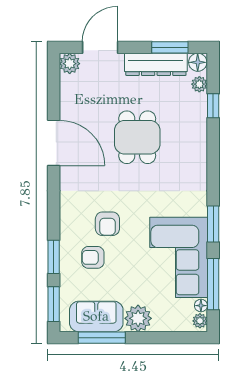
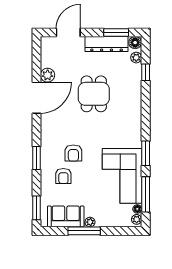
plant: (70, 64) -> (48, 75), moved
door: (54, 143) -> (37, 98), hinge flipped
window: (54, 257) -> (37, 158), moved
armchair: (93, 257) -> (63, 176), turned -90
plant: (138, 318) -> (90, 222), width x0.53, depth x0.53
window: (102, 338) -> (84, 231), moved

